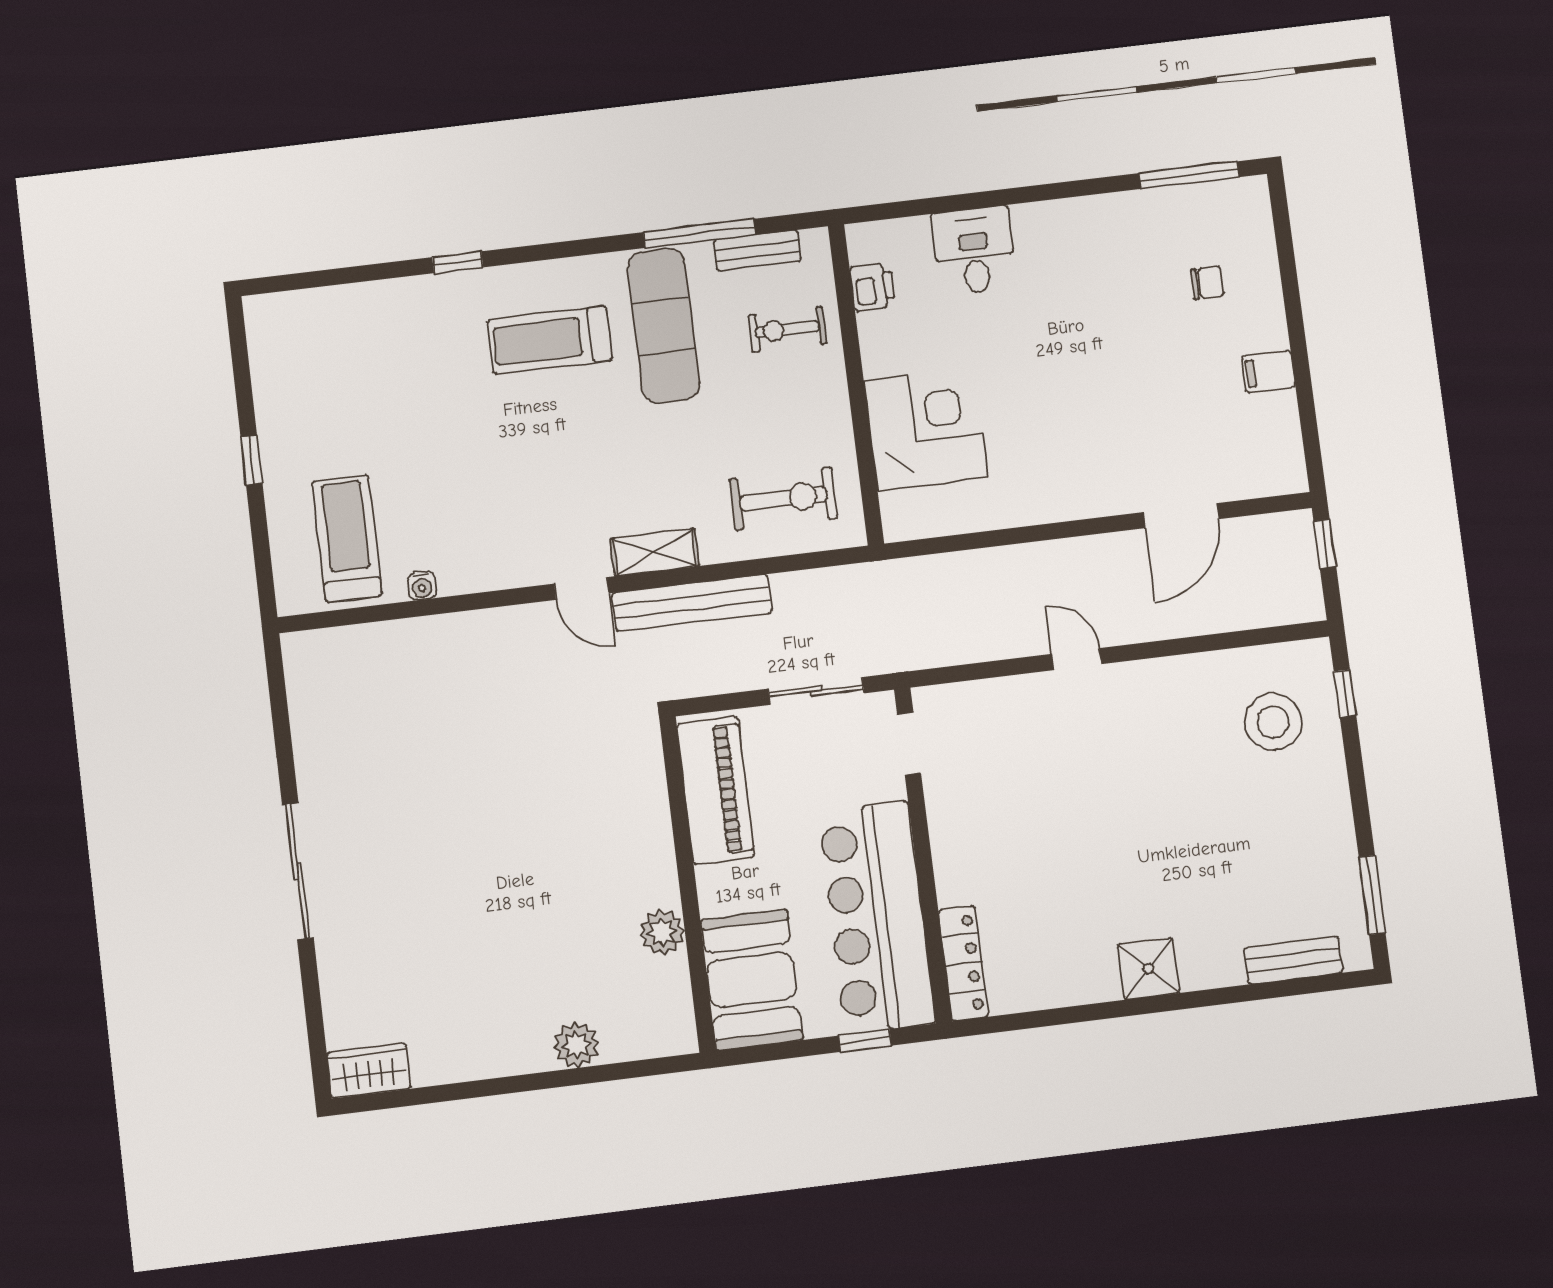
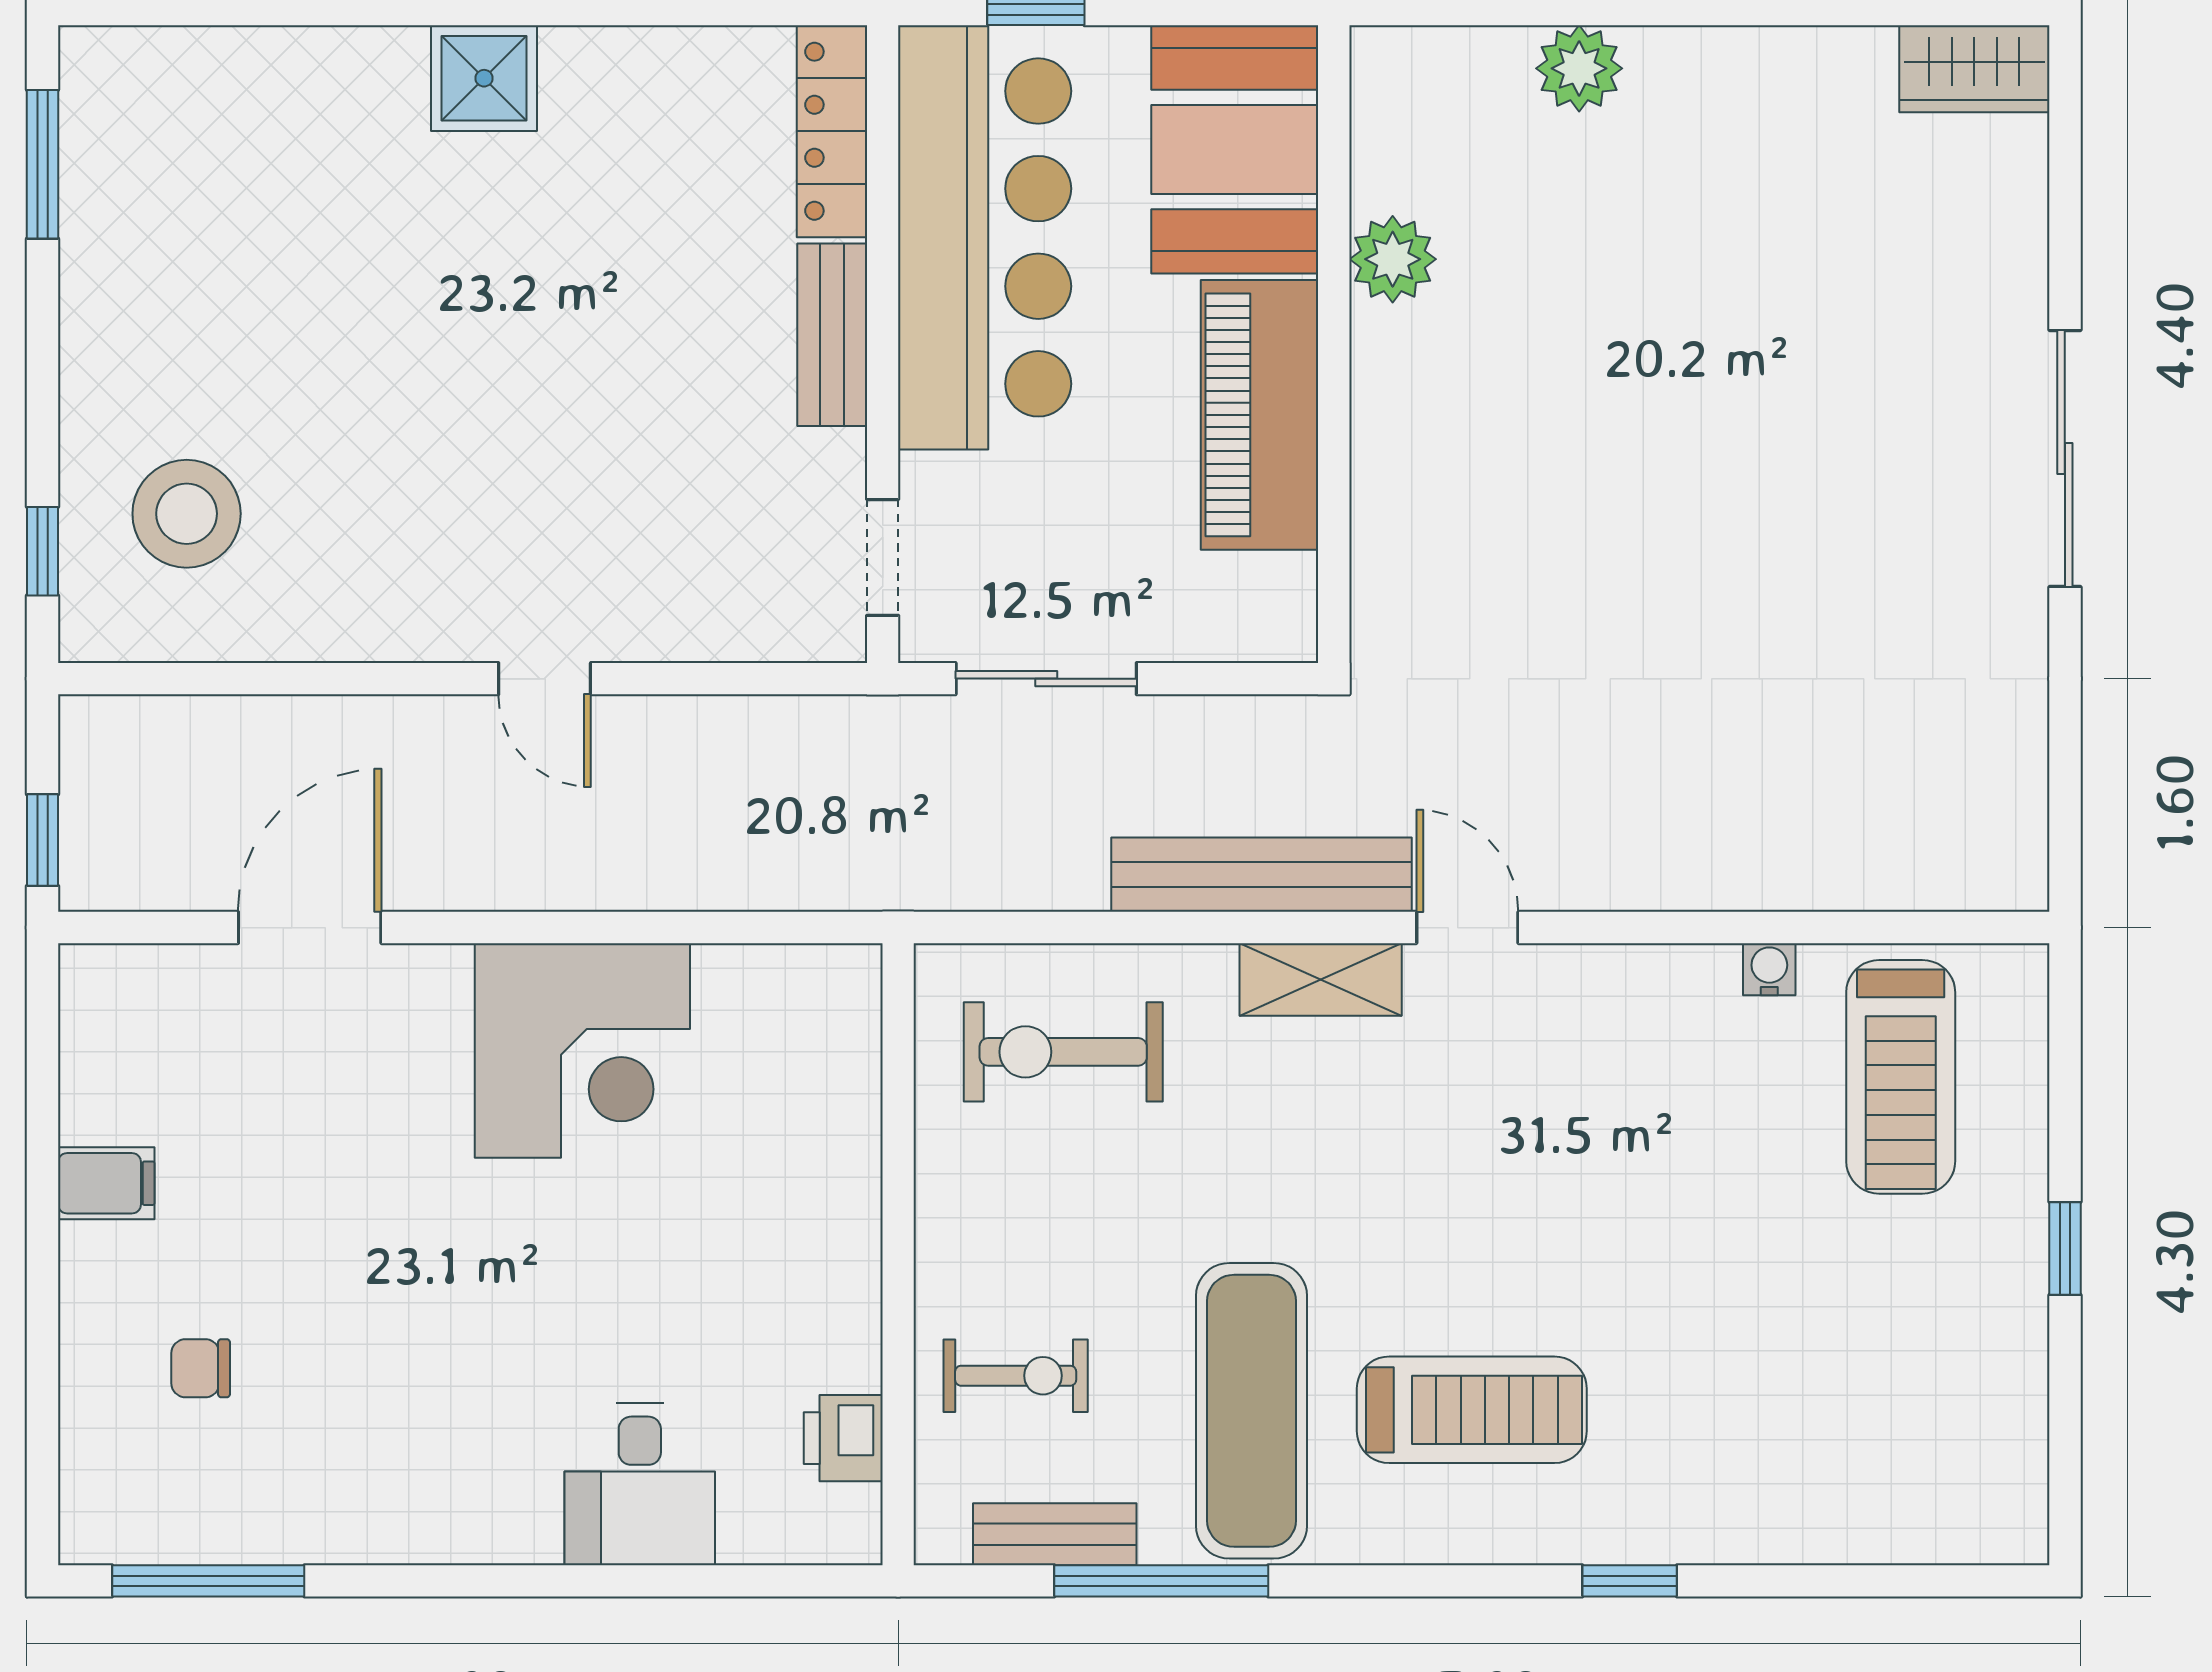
corner desk: (926, 429) -> (582, 1051), moved, turned -90
piano: (716, 790) -> (1260, 415), moved
bench: (1293, 960) -> (832, 335), moved, turned 90

